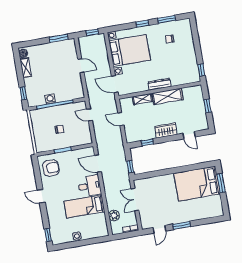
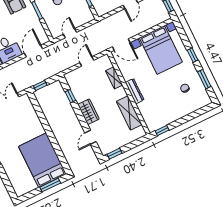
door: (115, 84) -> (121, 45), swing flipped
shelving: (167, 96) -> (129, 113), moved
window: (208, 106) -> (114, 154), moved
door: (89, 115) -> (70, 33), moved

